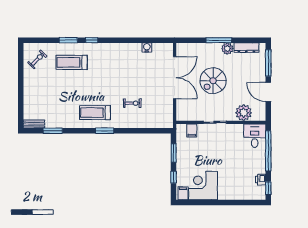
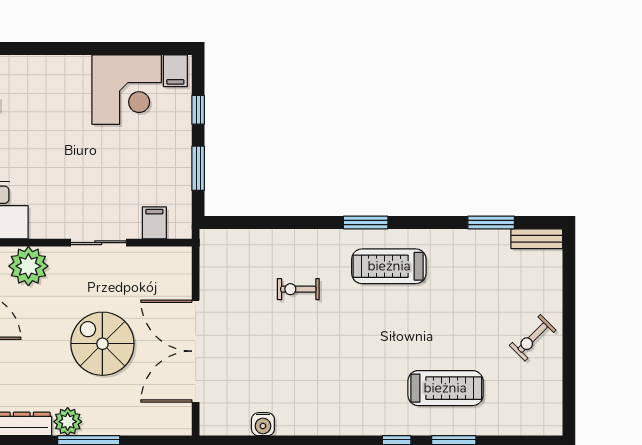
exercise bike: (37, 59) -> (533, 338), moved
spiral stairs: (213, 81) -> (102, 344), turned -90
treadmill: (95, 113) -> (389, 266), turned 180

